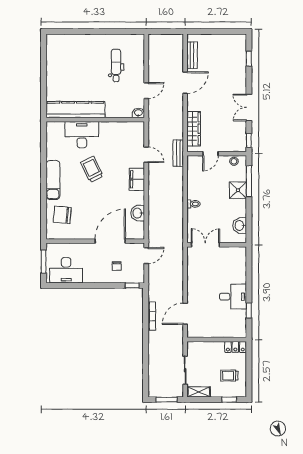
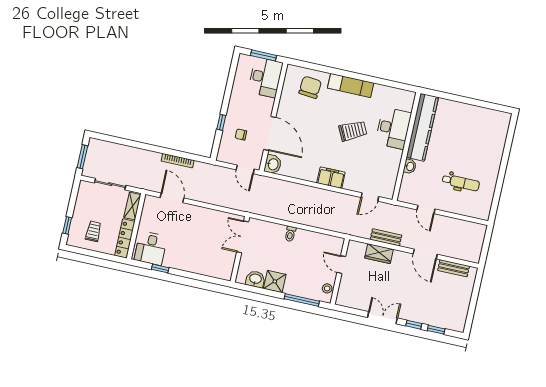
washbasin: (138, 113) -> (410, 166), moved
wardrobe: (194, 129) -> (379, 254), width x0.67
window: (249, 140) -> (414, 325), moved
bench: (178, 153) -> (386, 237), moved
door: (146, 155) -> (370, 197), moved
shower: (238, 190) -> (275, 281), moved
washbasin: (138, 213) -> (273, 164), moved, turned 90
double door: (205, 245) -> (243, 237), swing flipped
desk: (66, 270) -> (265, 77), moved, turned 180
window: (132, 285) -> (221, 122), moved
desk: (233, 297) -> (151, 248), moved
locker: (235, 347) -> (125, 238), width x1.53
shelving: (199, 392) -> (132, 206), moved

